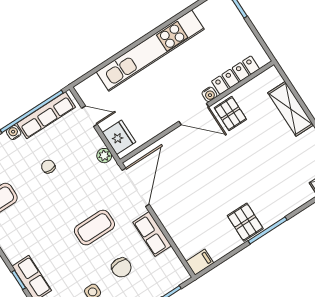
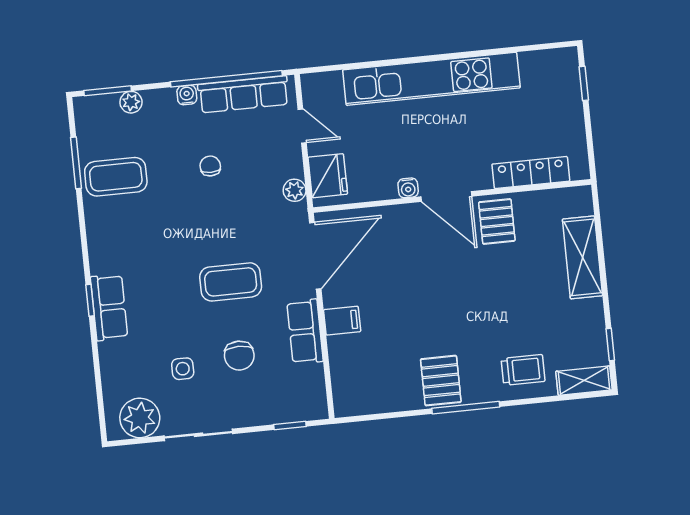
water cooler: (209, 94) -> (408, 188), moved
trolley: (290, 192) -> (523, 370), added
filing cabinet: (200, 262) -> (342, 321), moved

